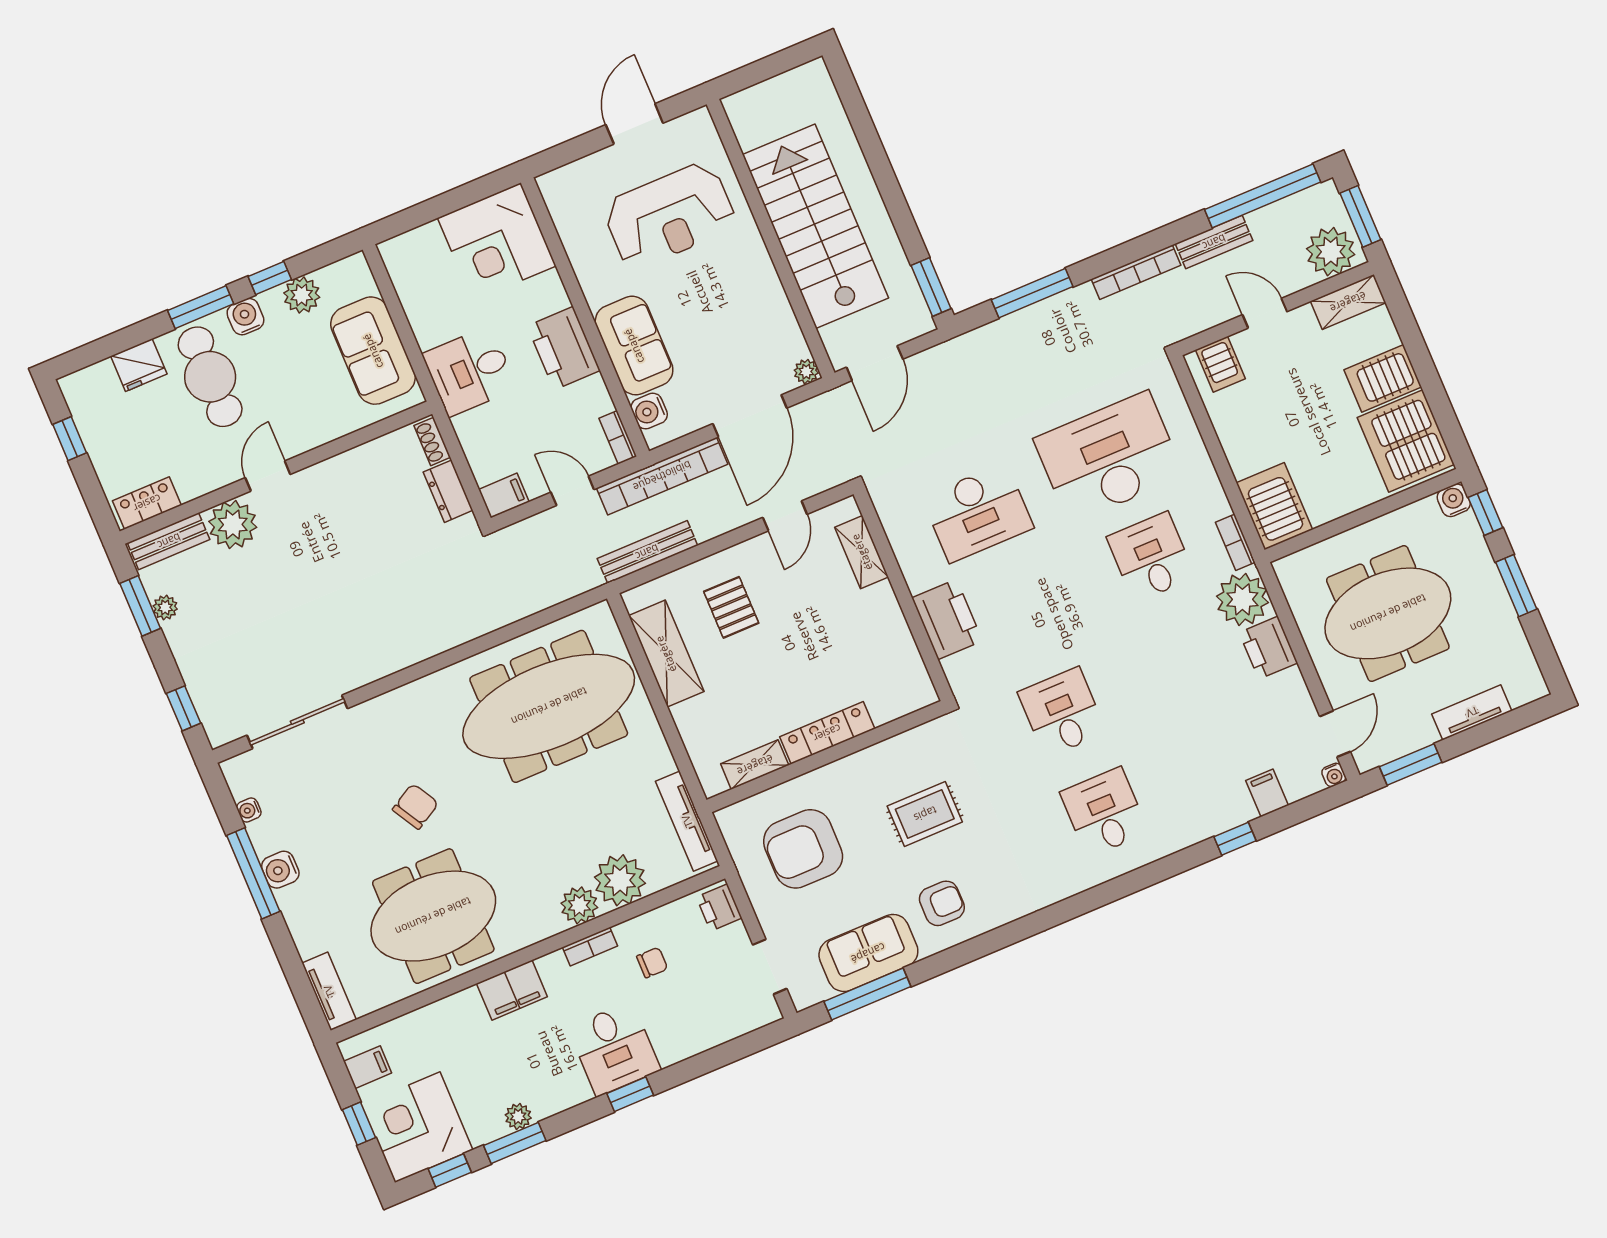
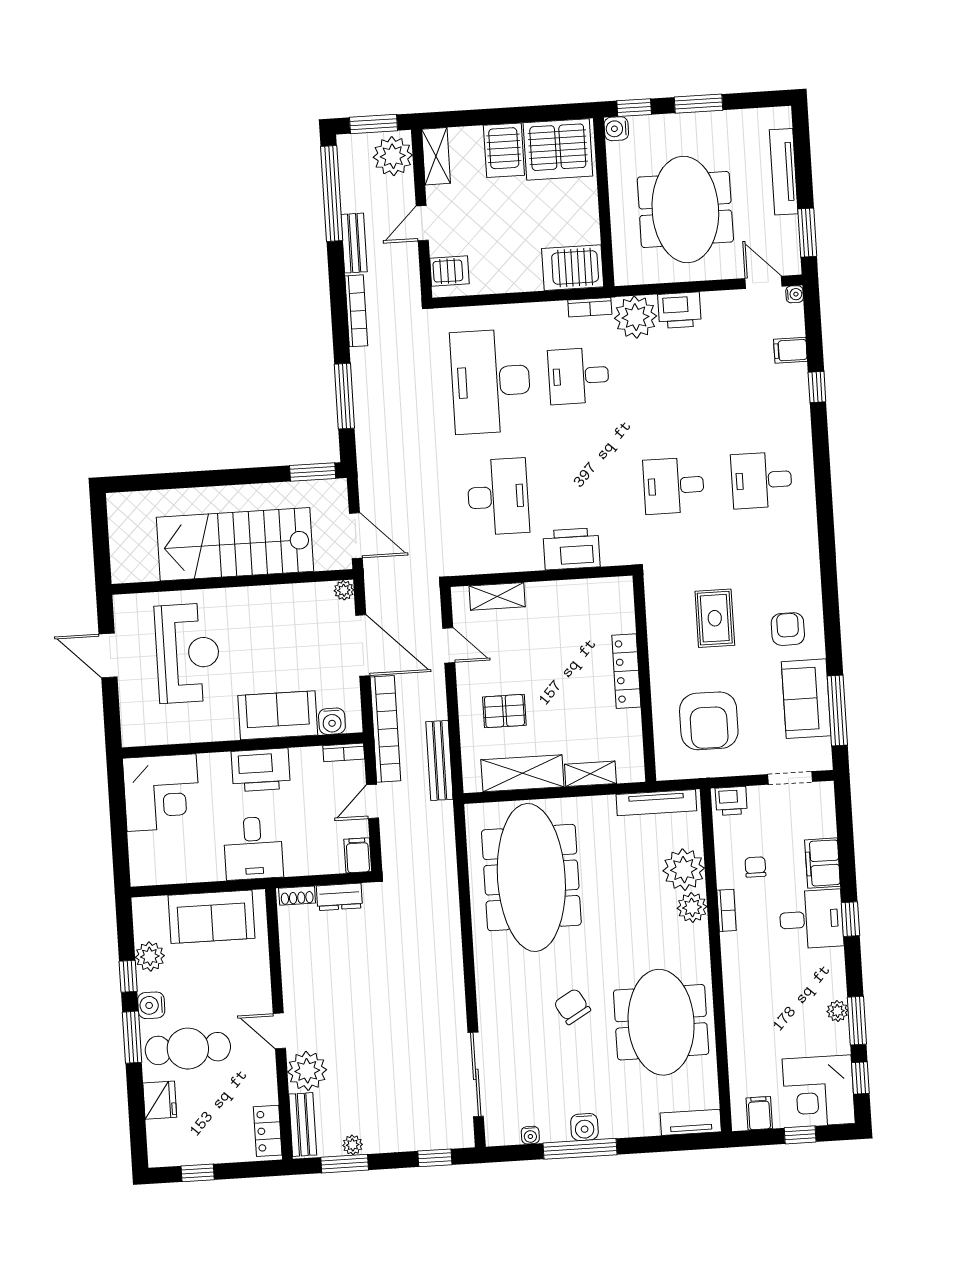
tv unit: (1472, 712) -> (784, 172), width x1.41
shelving: (755, 765) -> (590, 774), moved, turned 90
filing cabinet: (512, 990) -> (823, 863), moved, turned 180

